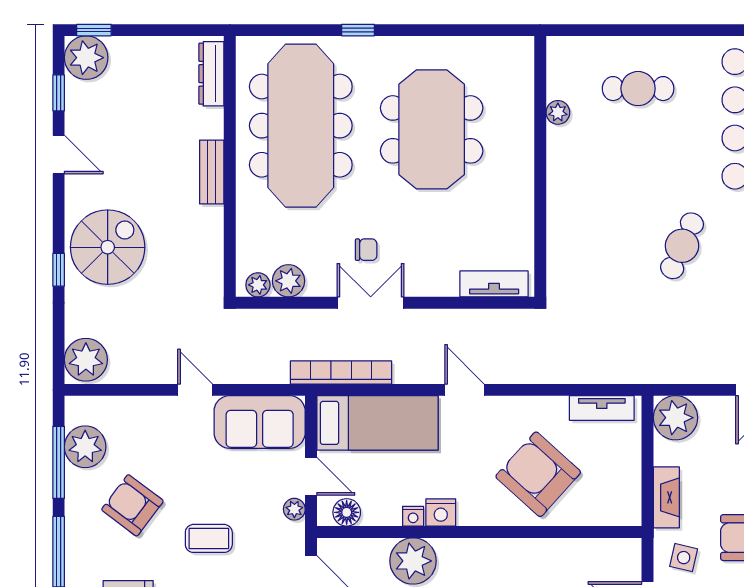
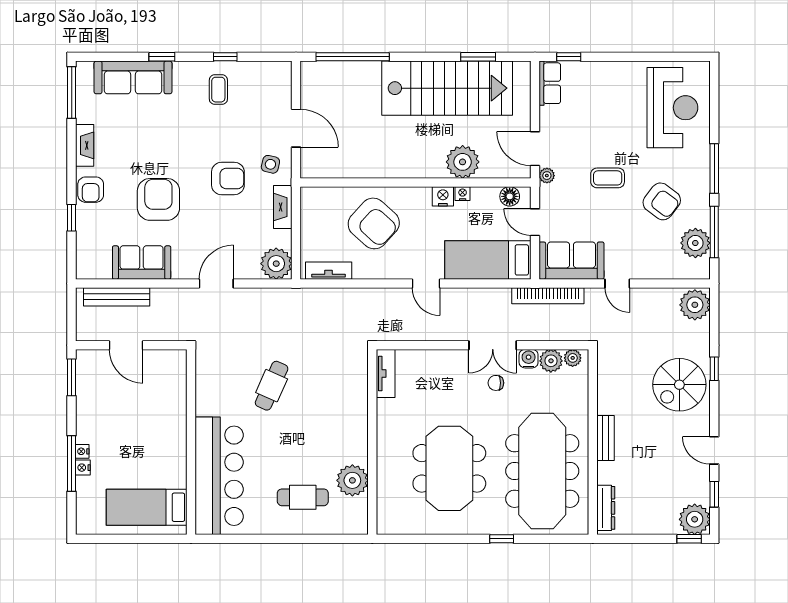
plant: (558, 112) -> (352, 480), width x1.87, depth x1.87
water cooler: (320, 284) -> (529, 359), added
tv unit: (494, 284) -> (386, 374), moved, turned -90
bookcase: (341, 372) -> (548, 296), moved
plant: (294, 509) -> (547, 176), moved

